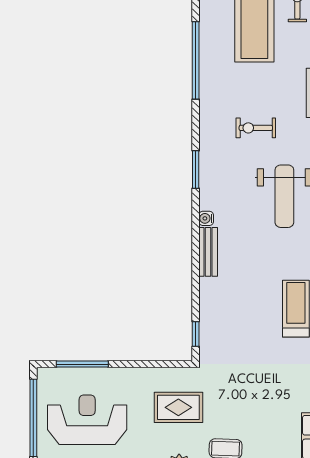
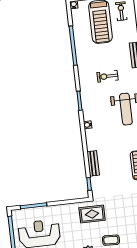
bench: (208, 252) -> (93, 163), moved
rug: (178, 407) -> (92, 214), moved

